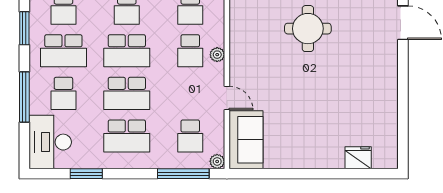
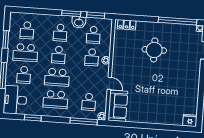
school desk: (127, 51) -> (59, 55), width x0.54
fridge: (358, 158) -> (190, 120), moved

